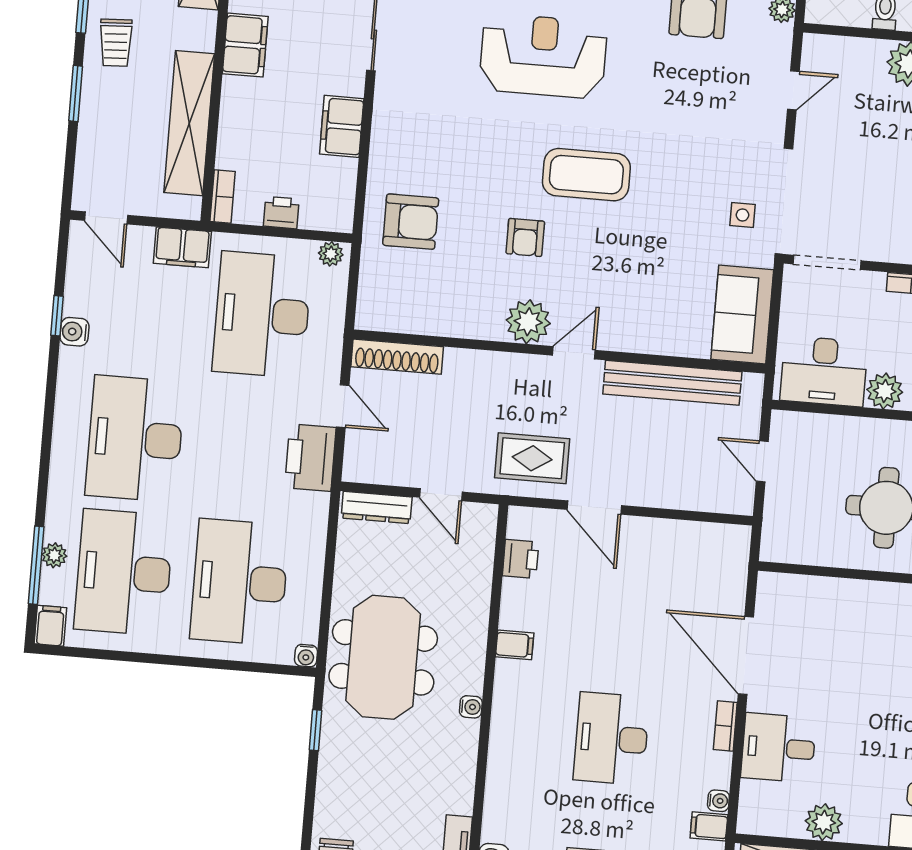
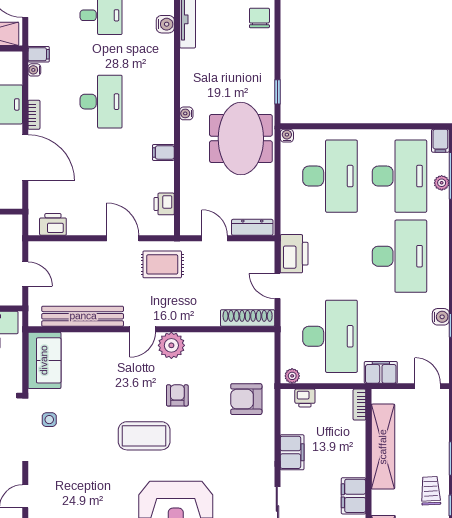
printer: (281, 213) -> (305, 398), moved
printer: (709, 540) -> (53, 224), added

